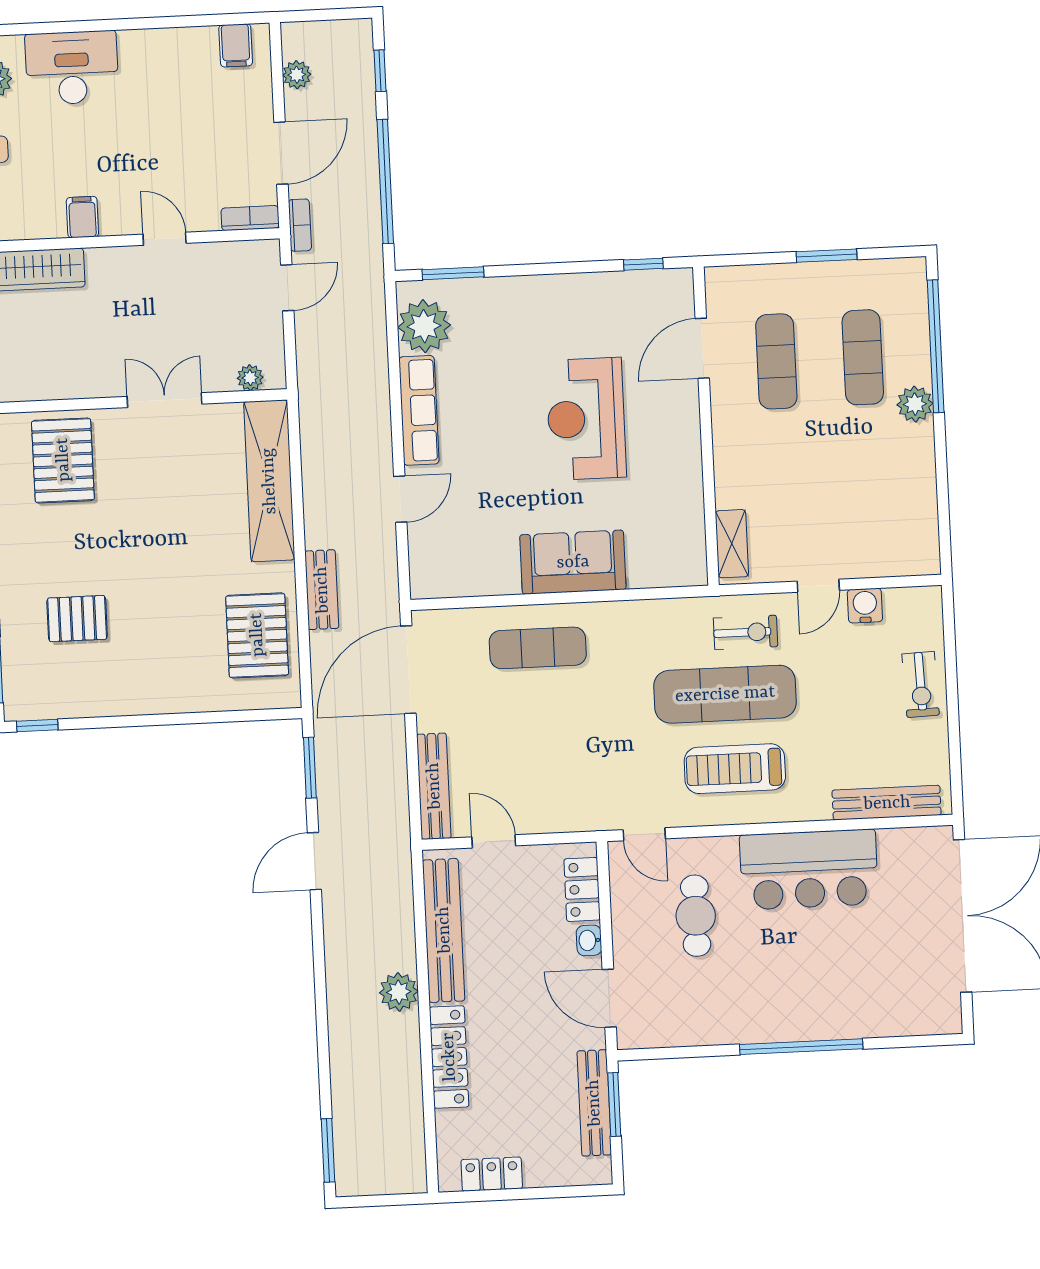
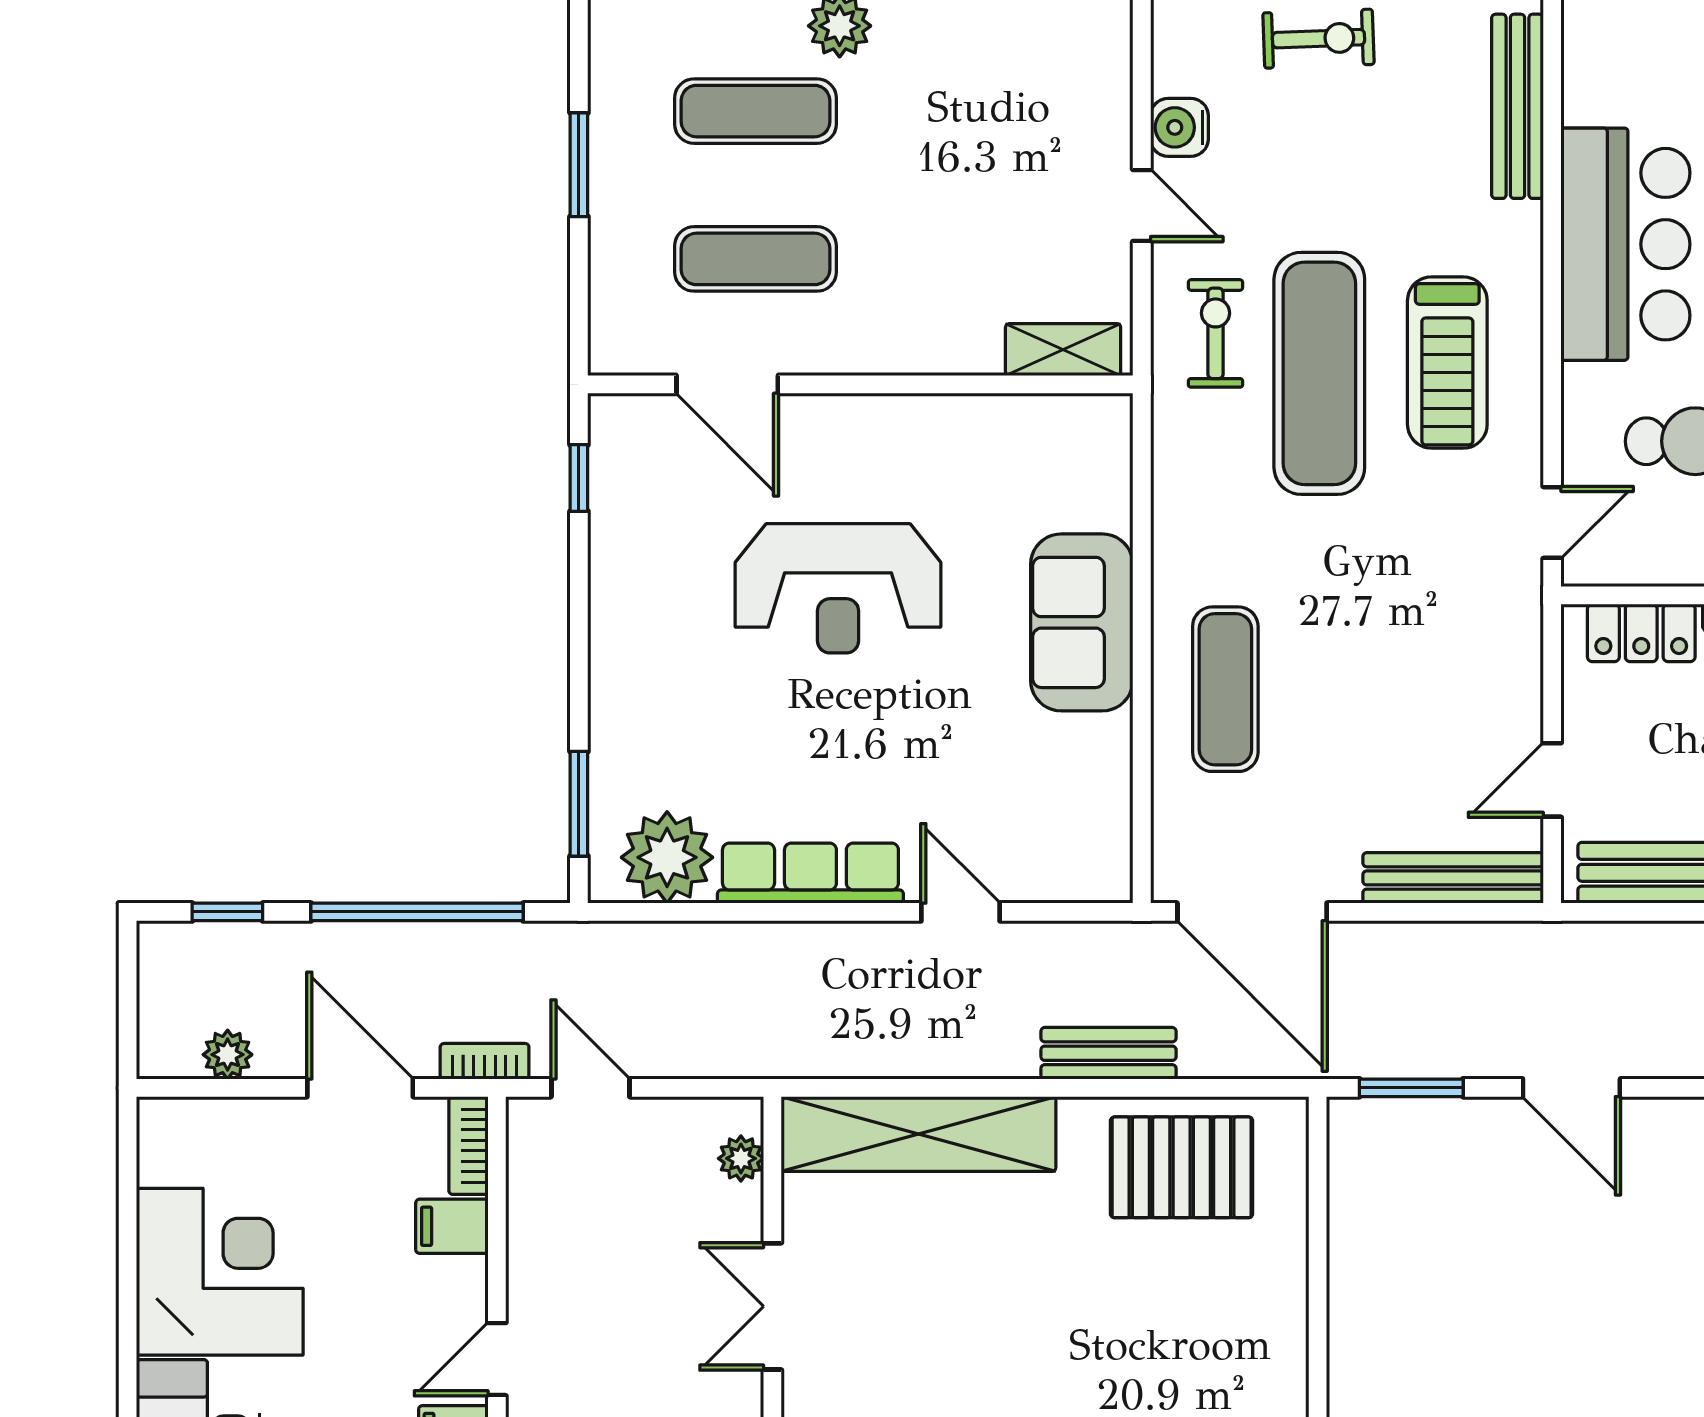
filing cabinet: (236, 45) -> (452, 1226), moved, turned 180
corner desk: (170, 76) -> (220, 1272), added
door: (165, 239) -> (497, 1359), moved

